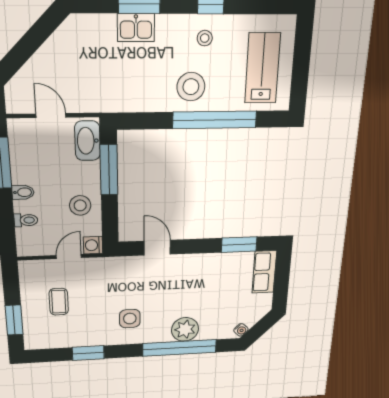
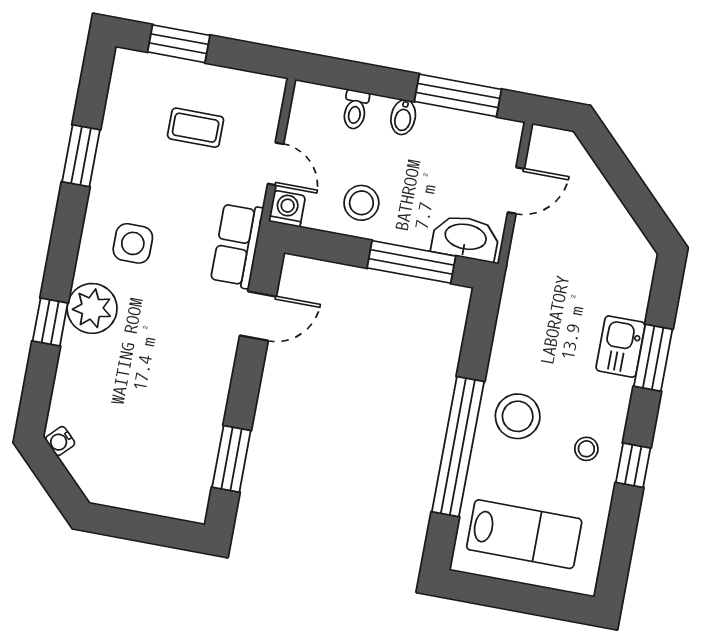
row of seats: (264, 272) -> (237, 245), moved, turned -90
plant: (185, 329) -> (92, 308), moved
window: (179, 348) -> (50, 322), width x0.32

